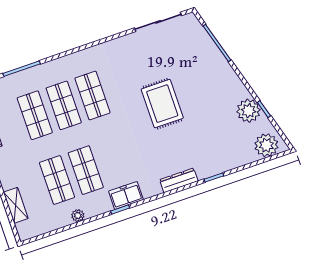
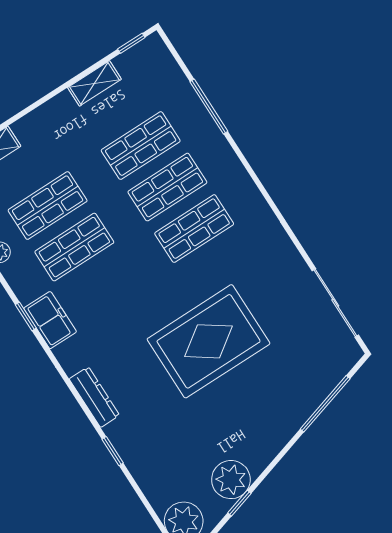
rug: (162, 104) -> (209, 341), width x1.37, depth x1.44

